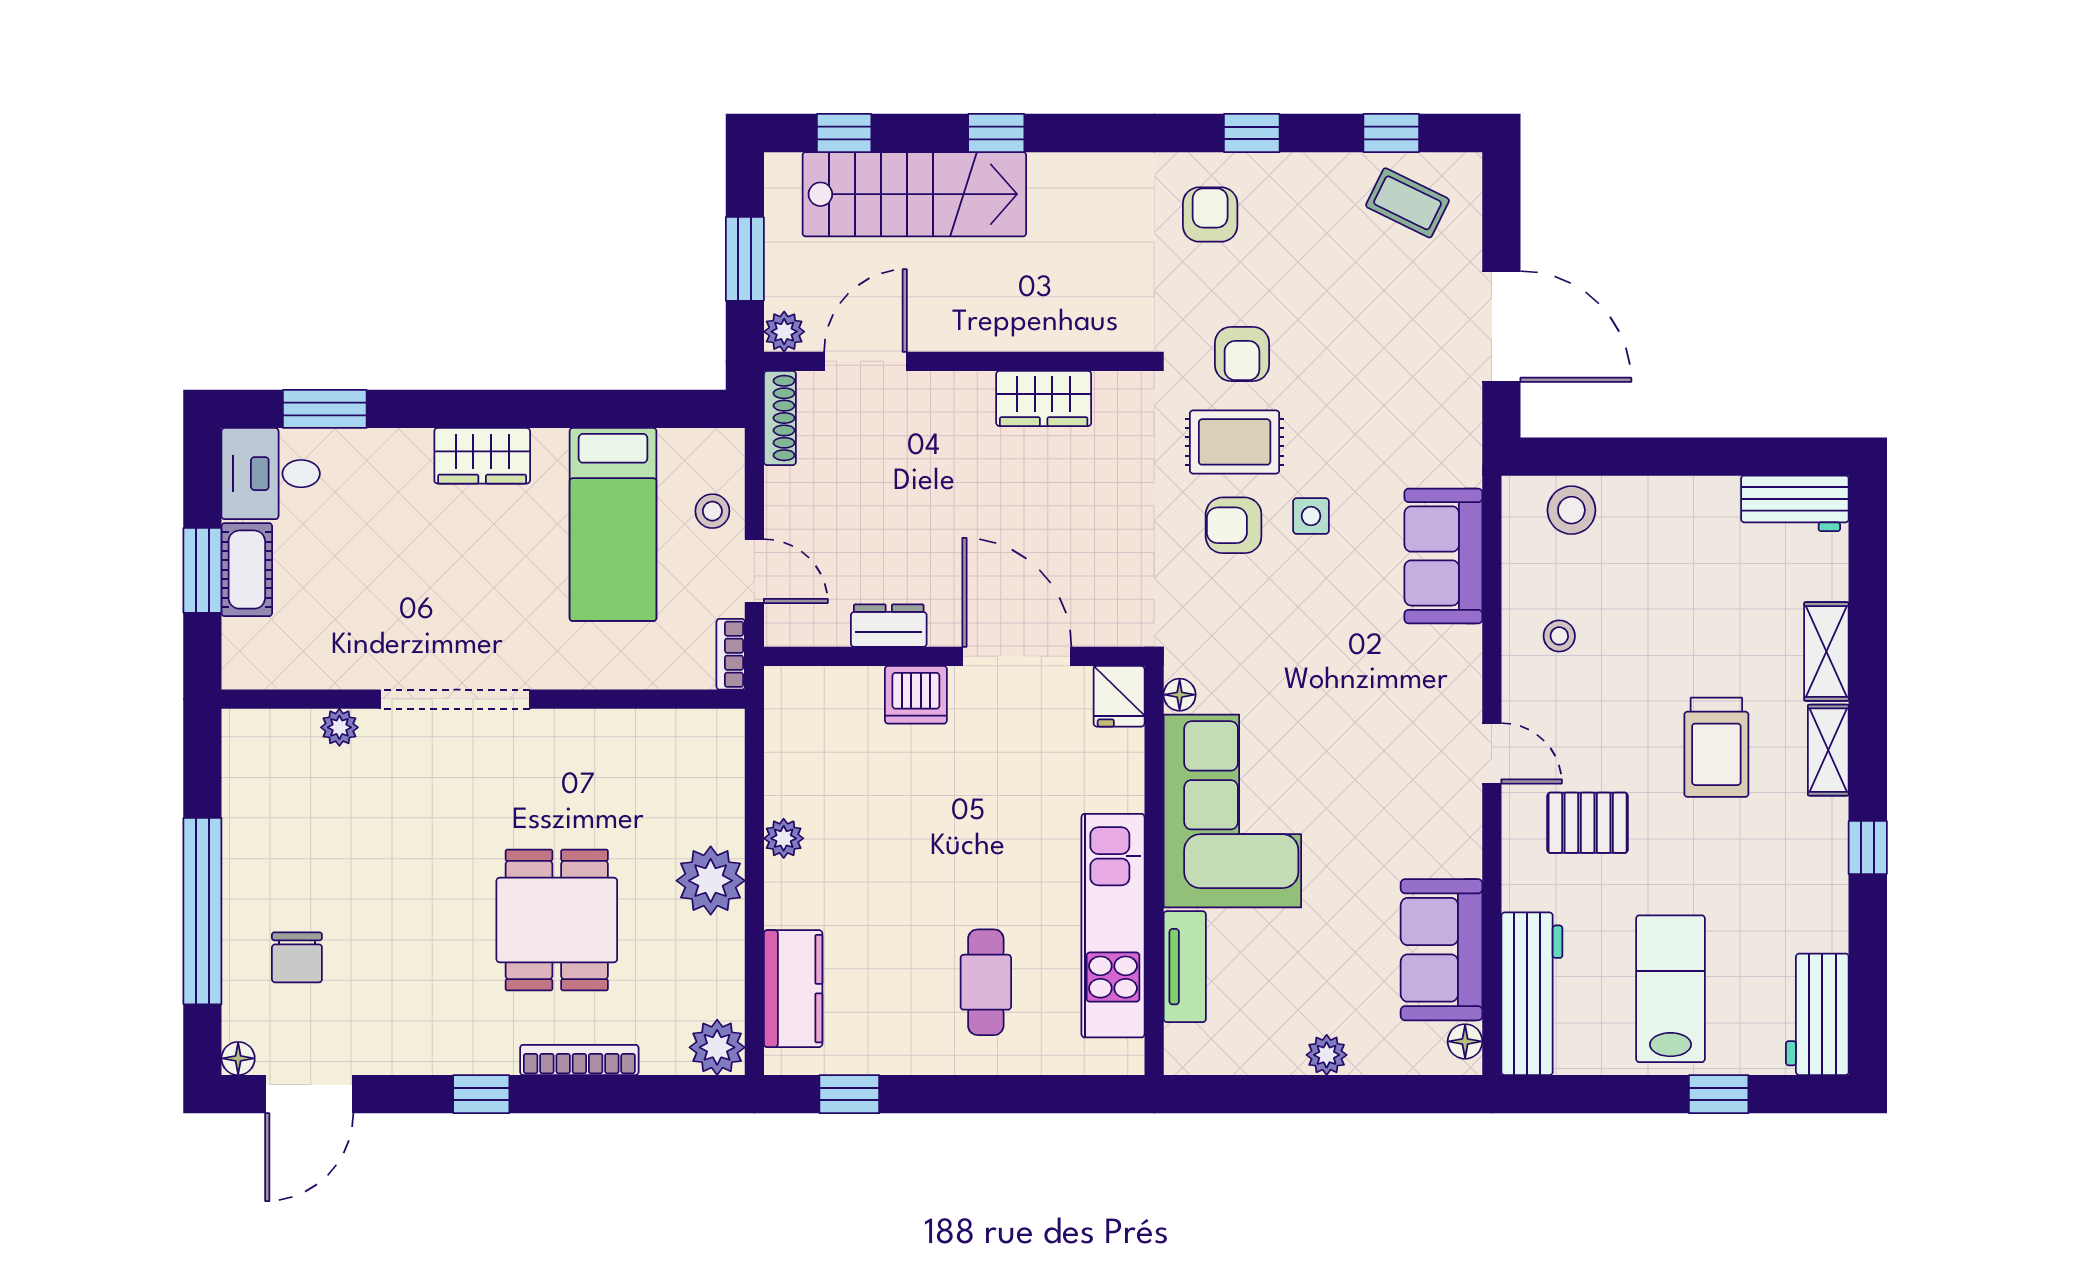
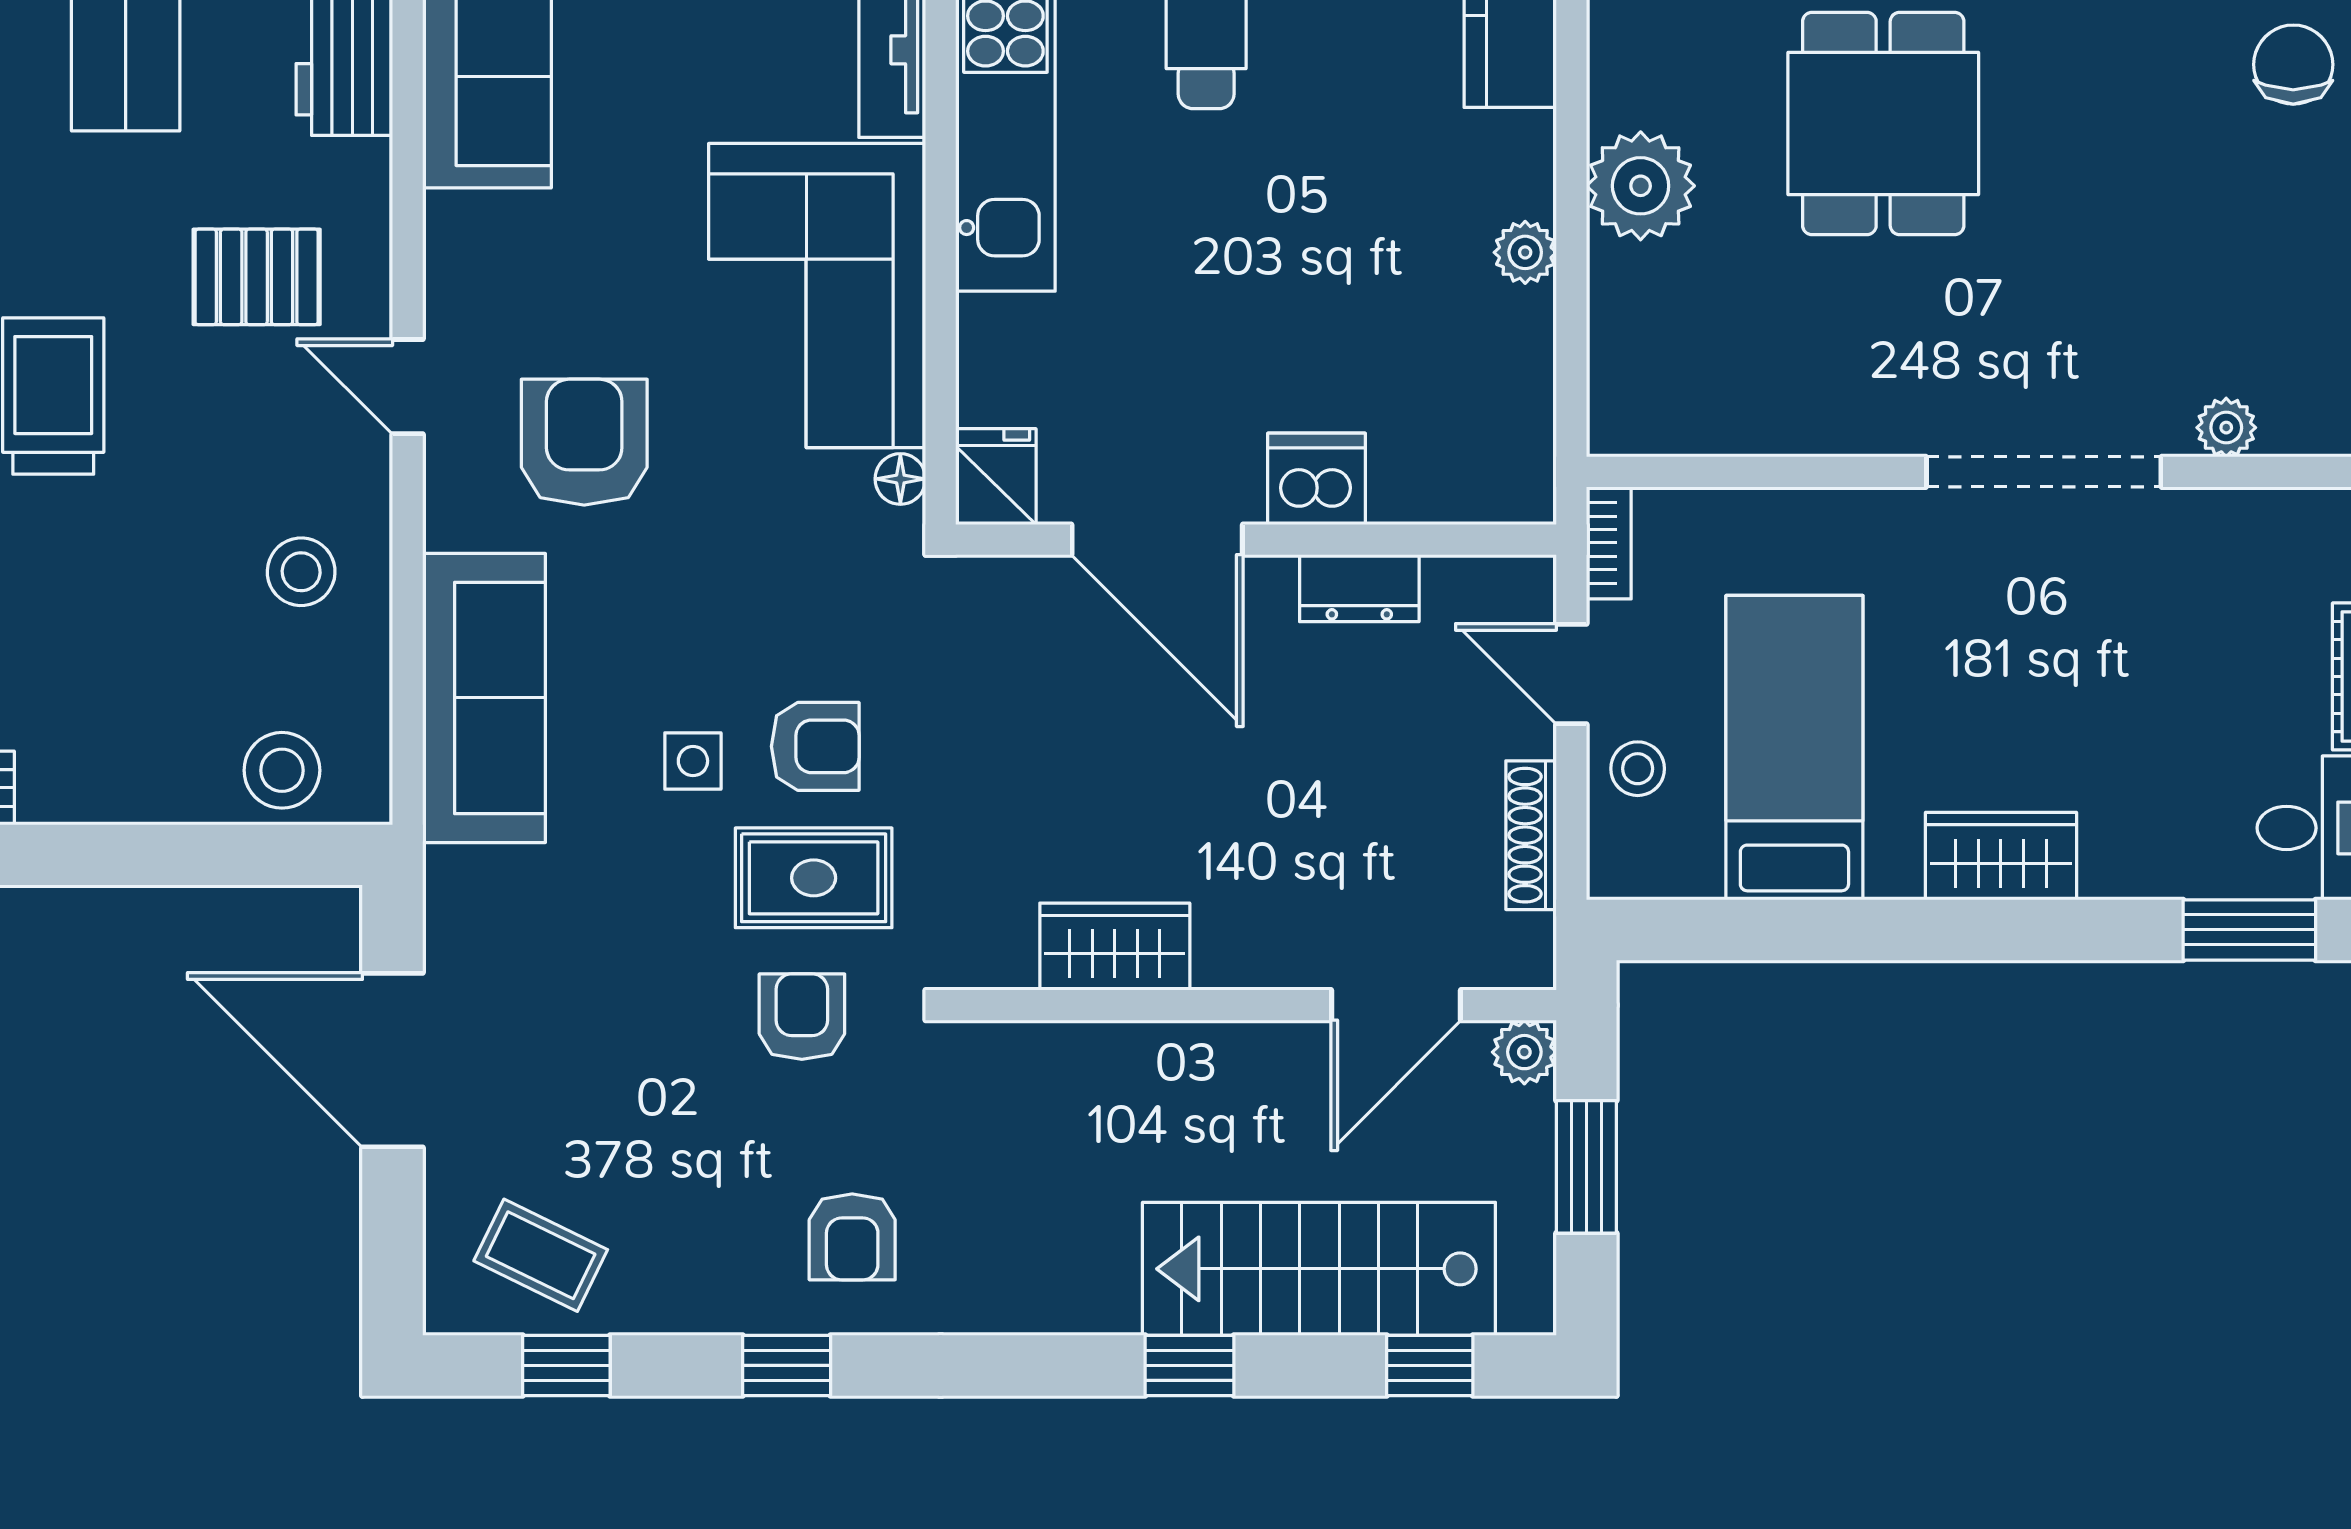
shoe rack: (780, 418) -> (1531, 835), moved
sofa: (1443, 556) -> (484, 698), width x1.36
stool: (1559, 636) -> (301, 572), width x1.37, depth x1.37
armchair: (1380, 718) -> (584, 442), added

